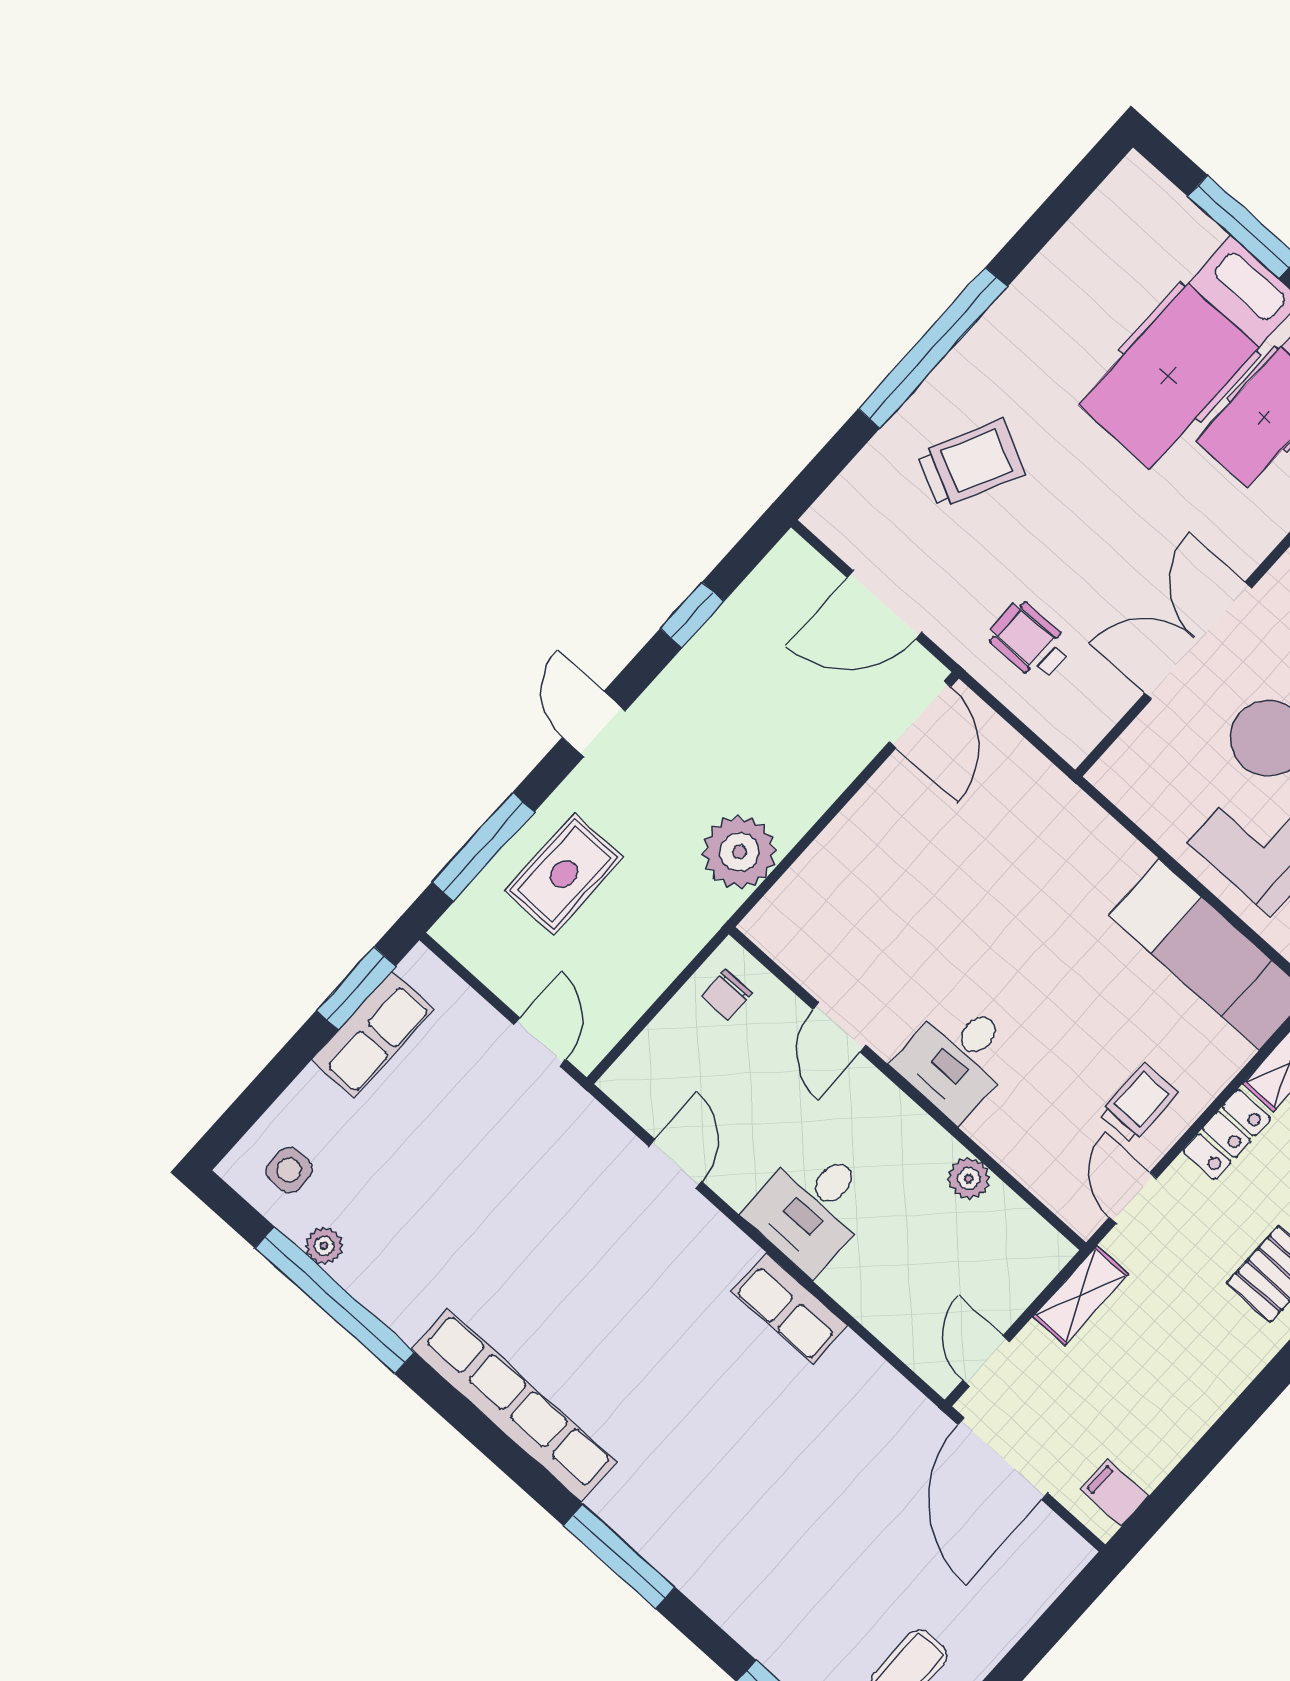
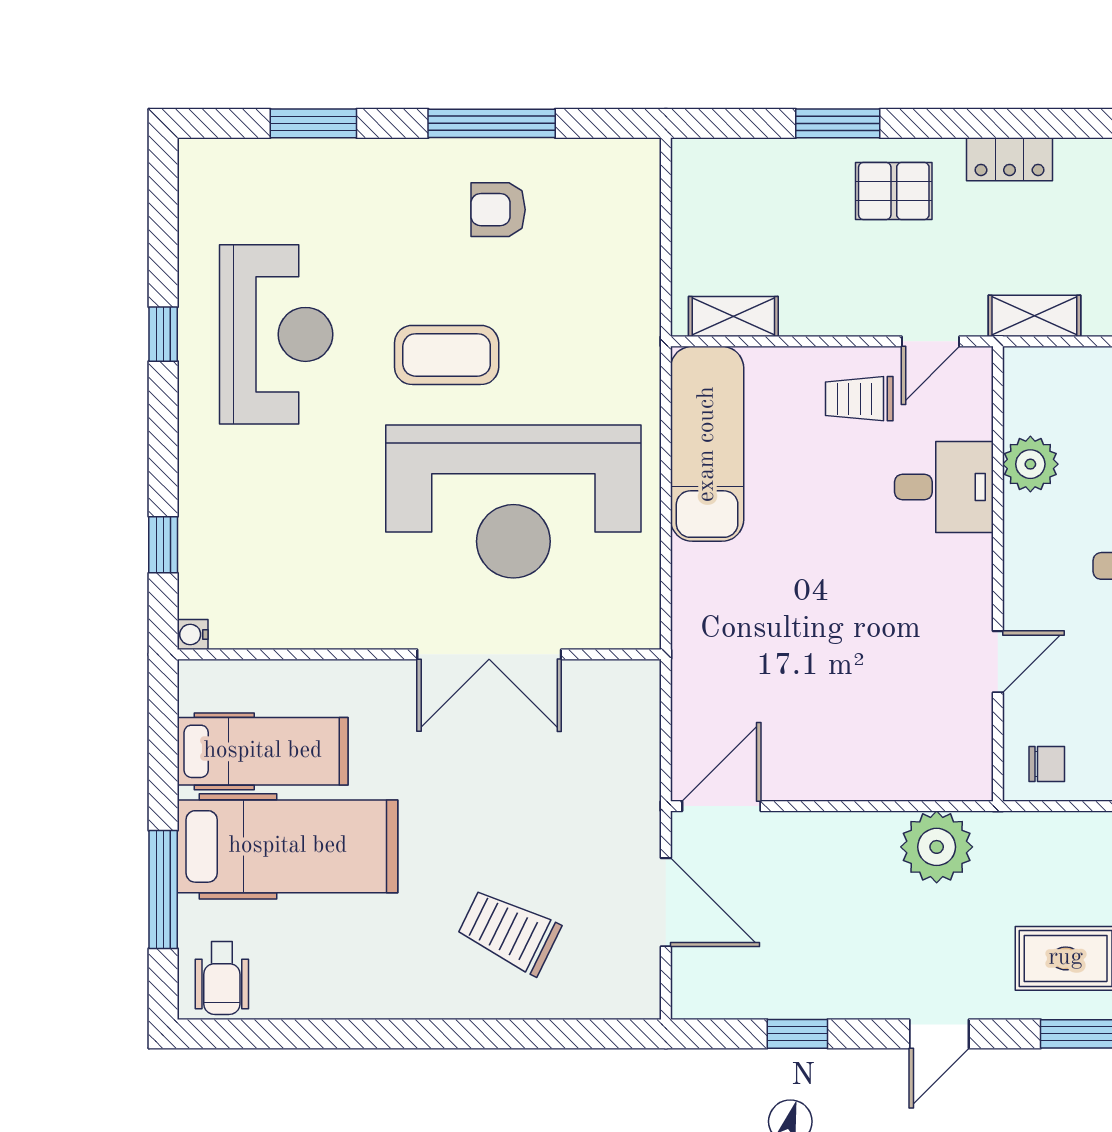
window: (933, 348) -> (450, 1034), removed
wheelchair: (1030, 641) -> (222, 978), moved
desk: (957, 1058) -> (944, 487), moved
locker: (1227, 1135) -> (1010, 159), moved, turned 180
plant: (969, 1179) -> (1030, 464), width x1.38, depth x1.38

